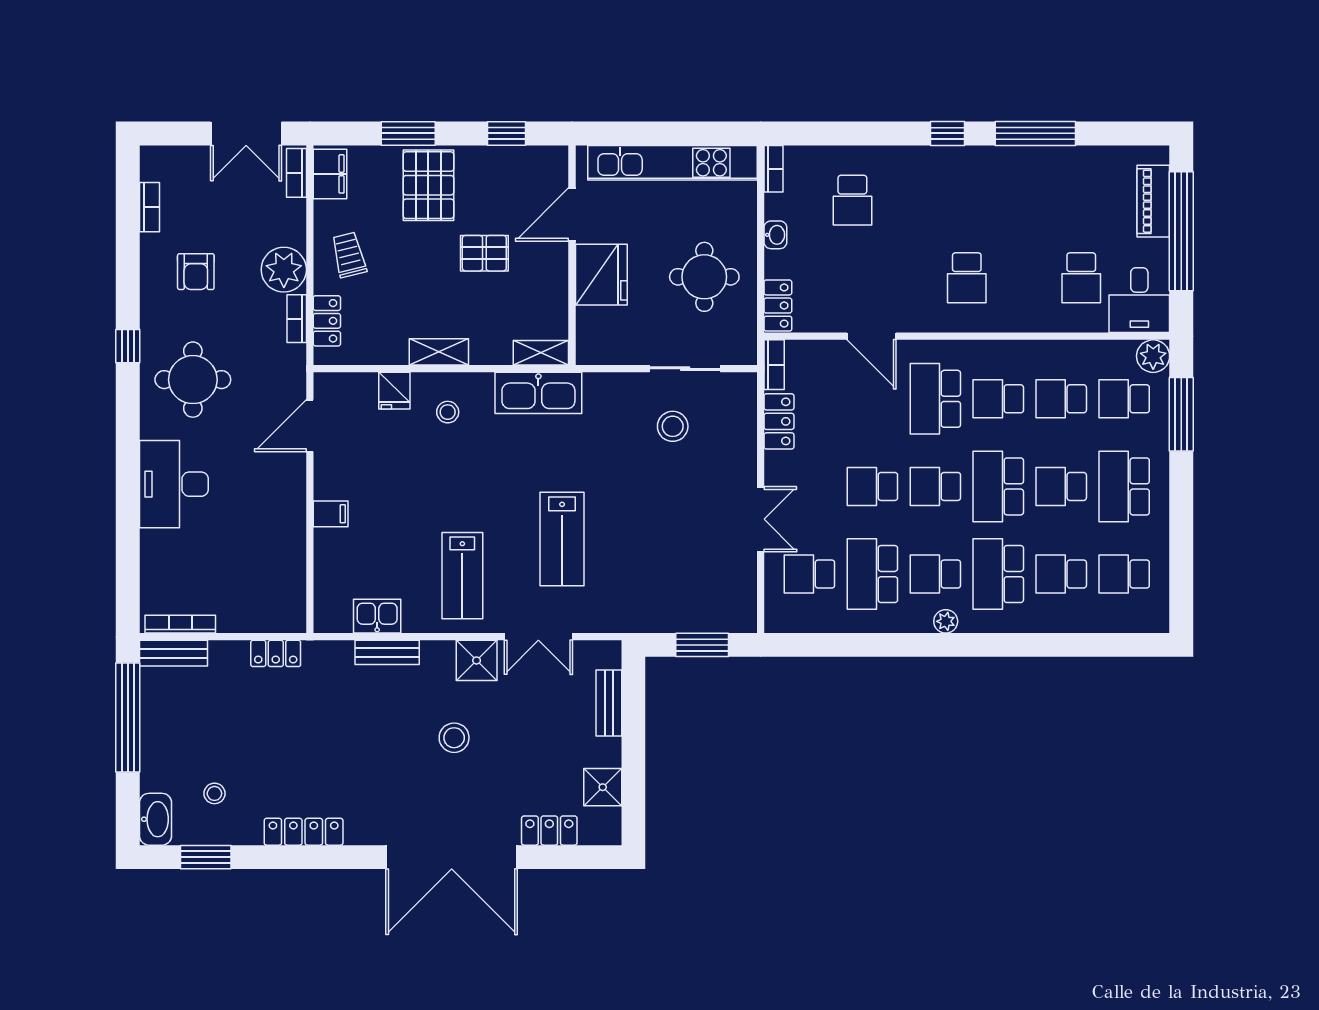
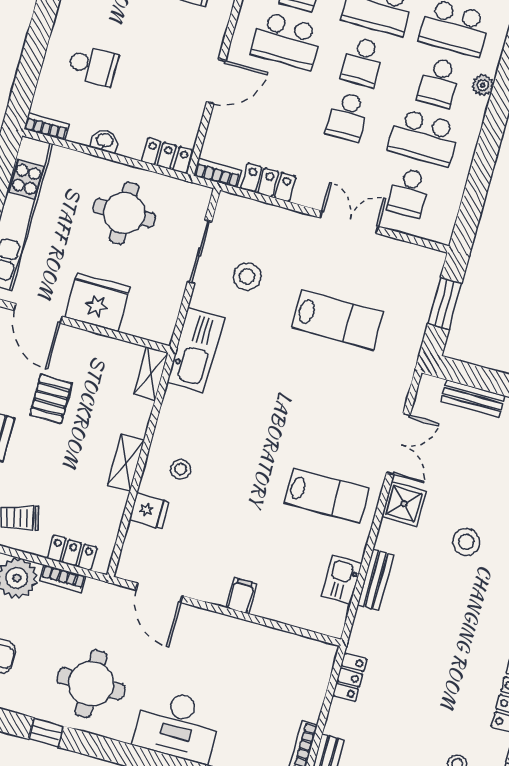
kitchen sink: (538, 393) -> (195, 350), moved
lab bench: (562, 539) -> (338, 320), moved

